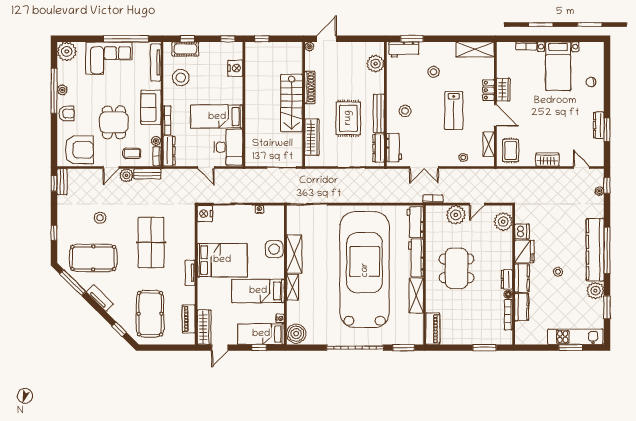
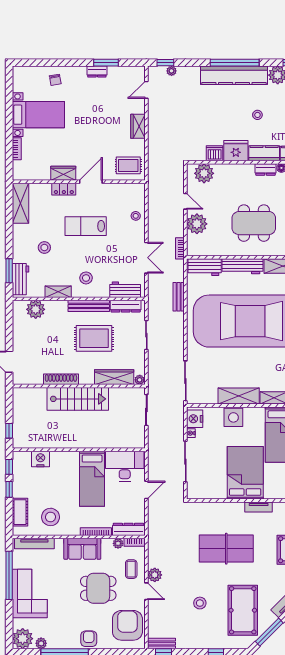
window: (187, 39) -> (9, 489), moved
plant: (309, 46) -> (140, 380), moved
plant: (62, 90) -> (41, 643), moved
lab bench: (454, 111) -> (86, 226), turned 180
dresser: (599, 125) -> (97, 72), width x0.70
shelving: (489, 144) -> (58, 292), moved
bench: (147, 174) -> (179, 297), moved
nightstand: (205, 214) -> (195, 419), moved, turned 90

